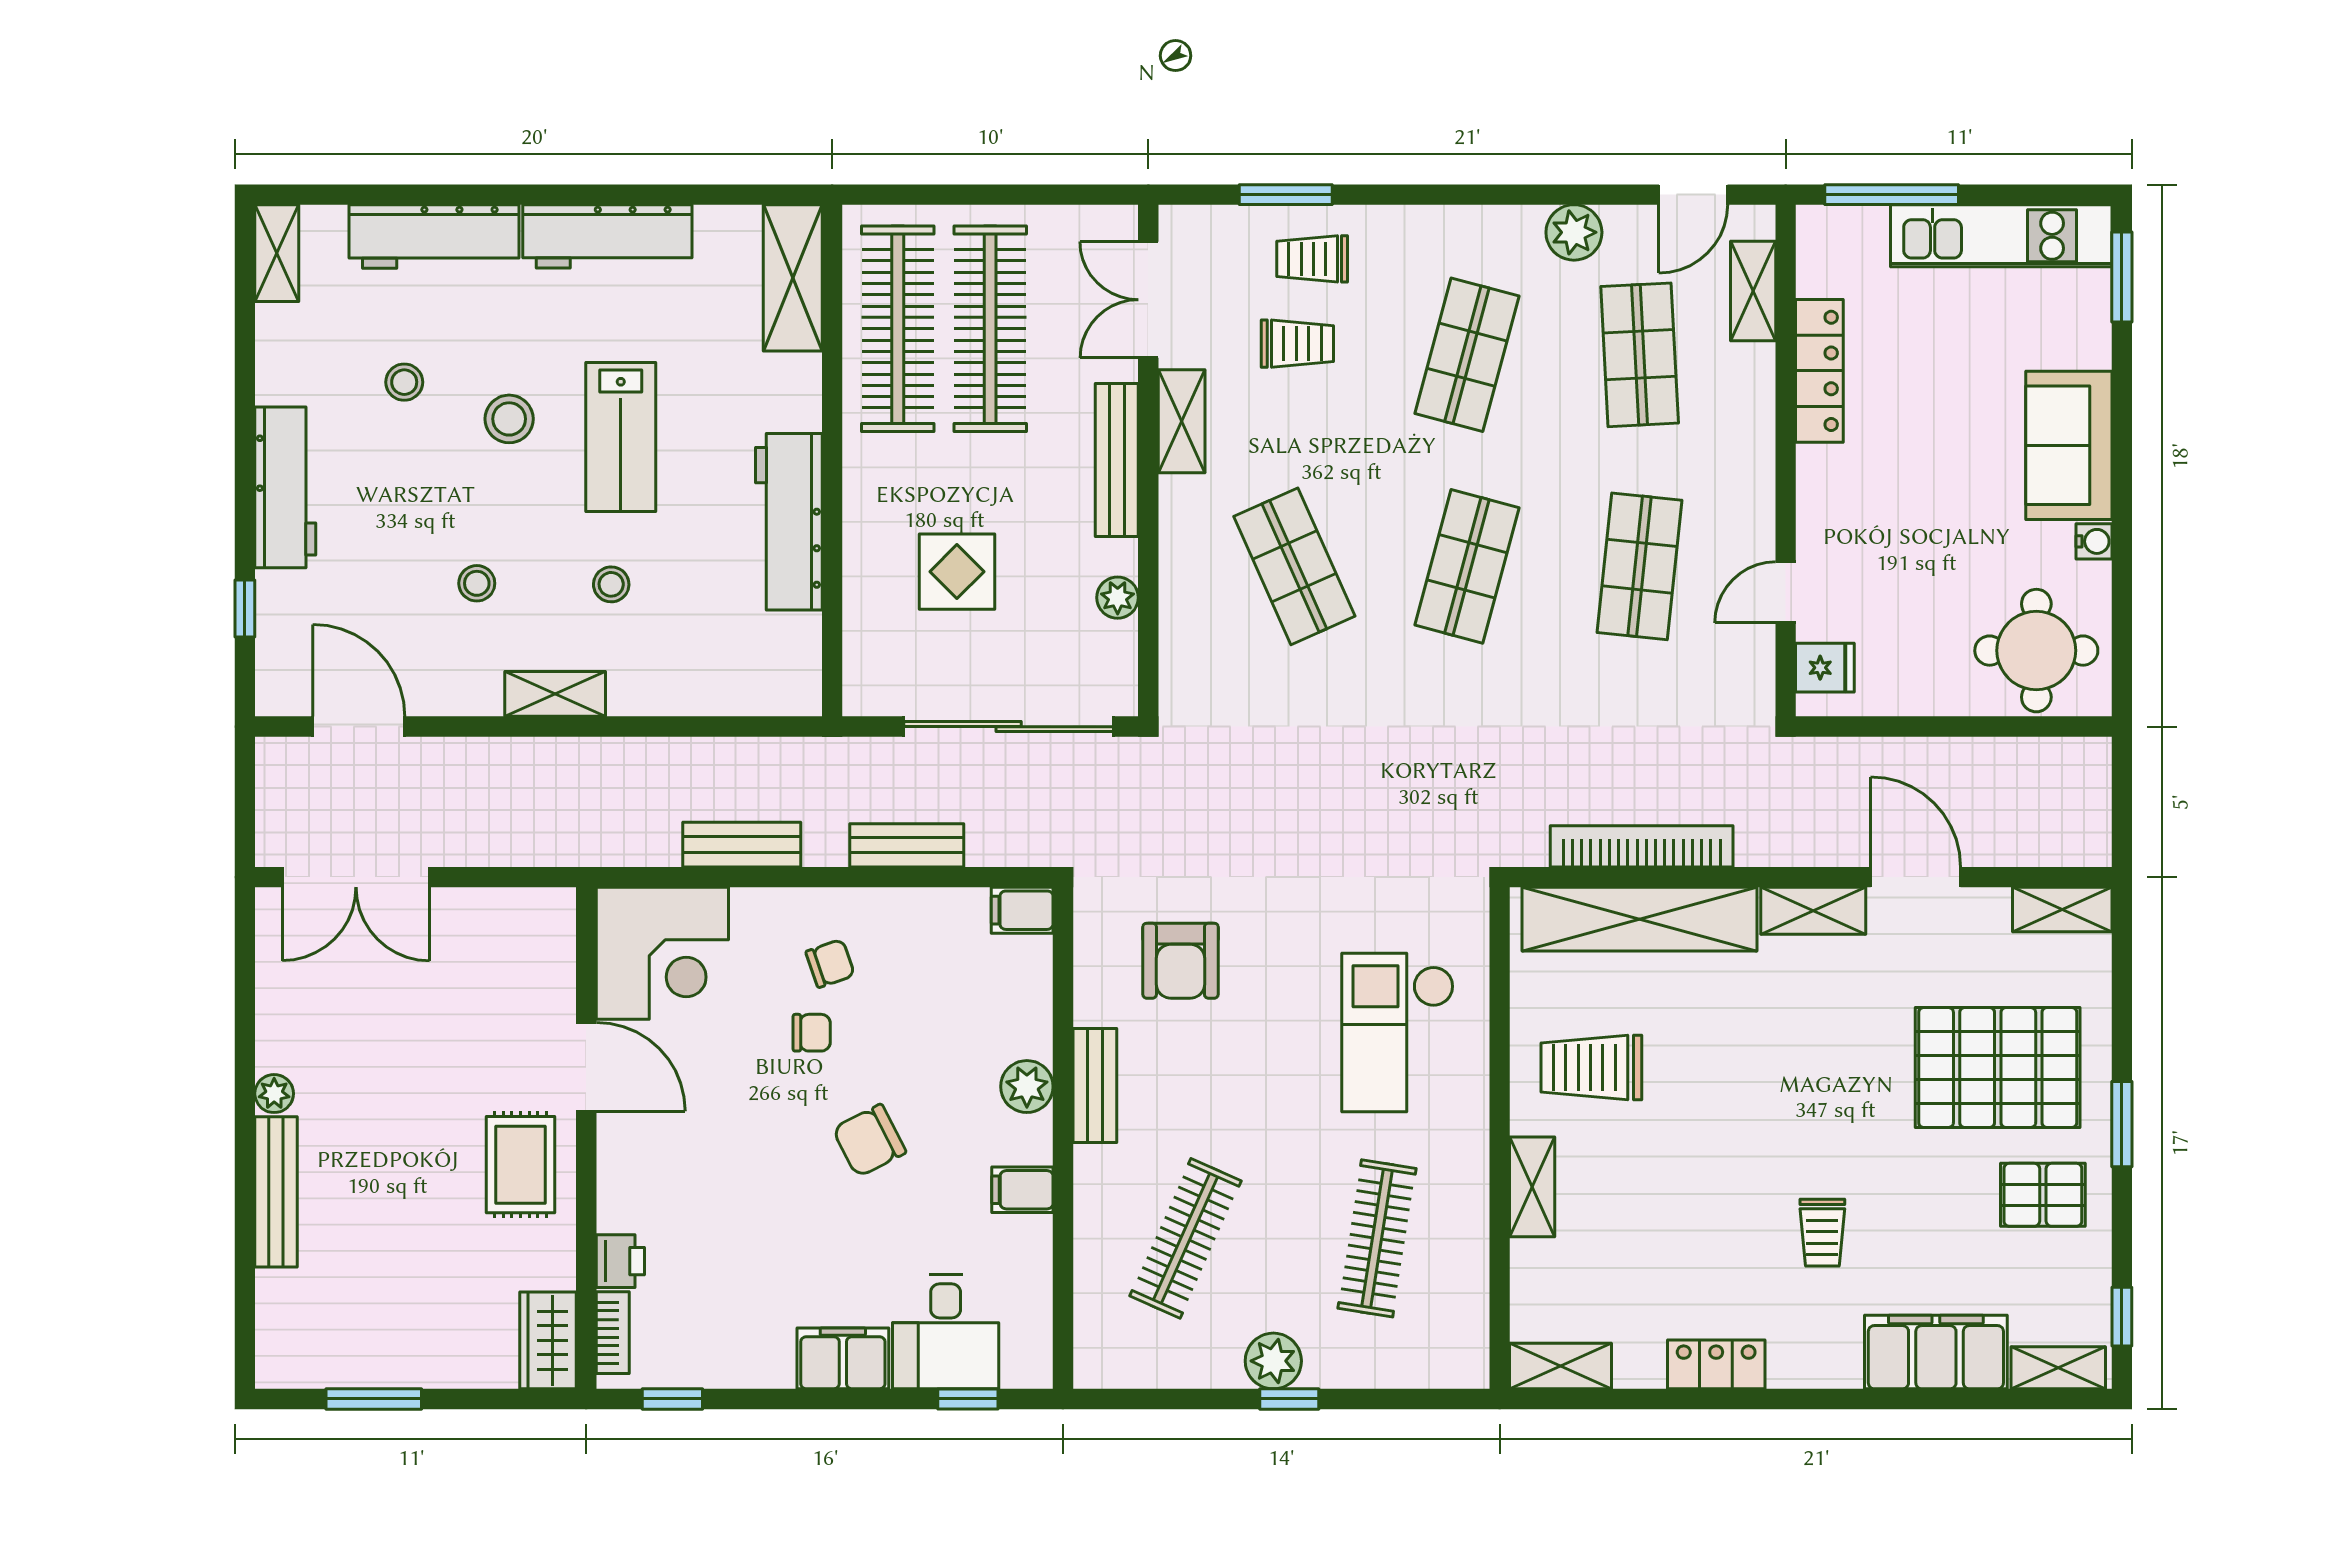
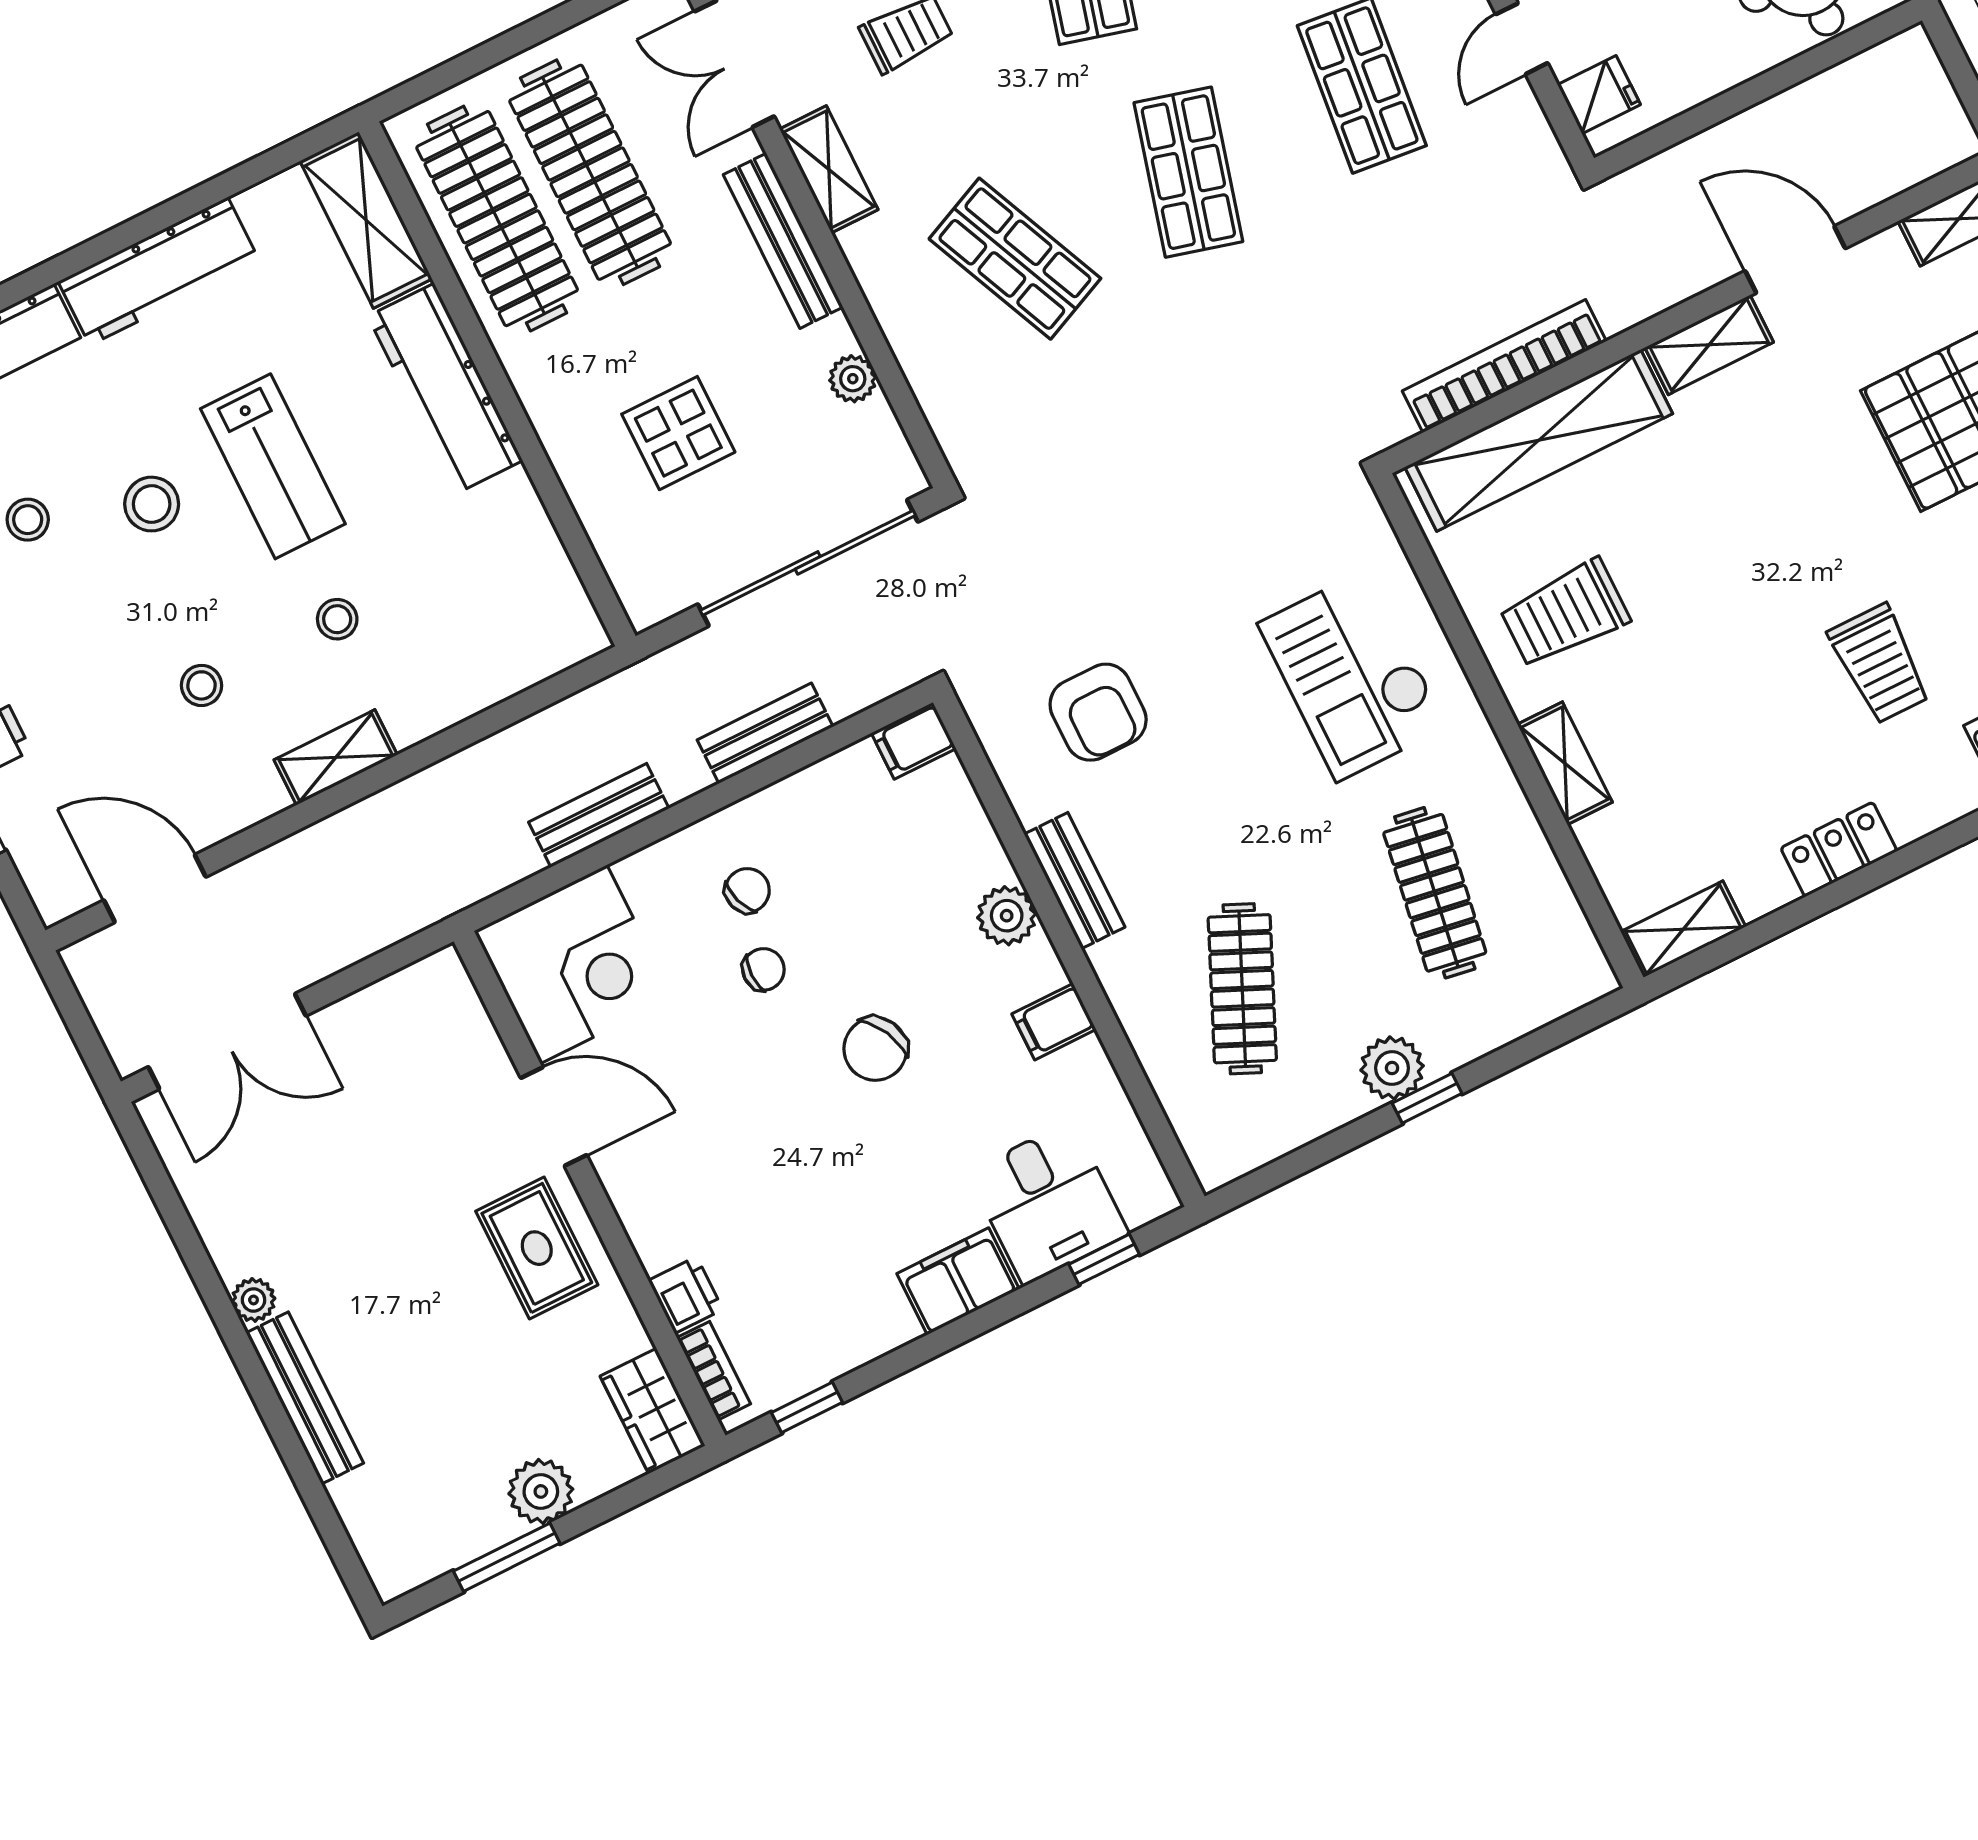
workbench: (789, 522) -> (445, 389), moved
trolley: (1822, 1233) -> (1880, 664), width x1.36, depth x1.39
plant: (427, 1360) -> (541, 1491), added

